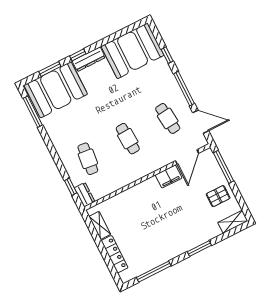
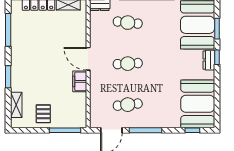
window: (167, 55) -> (192, 130), moved
dresser: (89, 59) -> (209, 60), width x0.70
door: (187, 157) -> (88, 59), moved
shelving: (233, 222) -> (16, 105), moved

